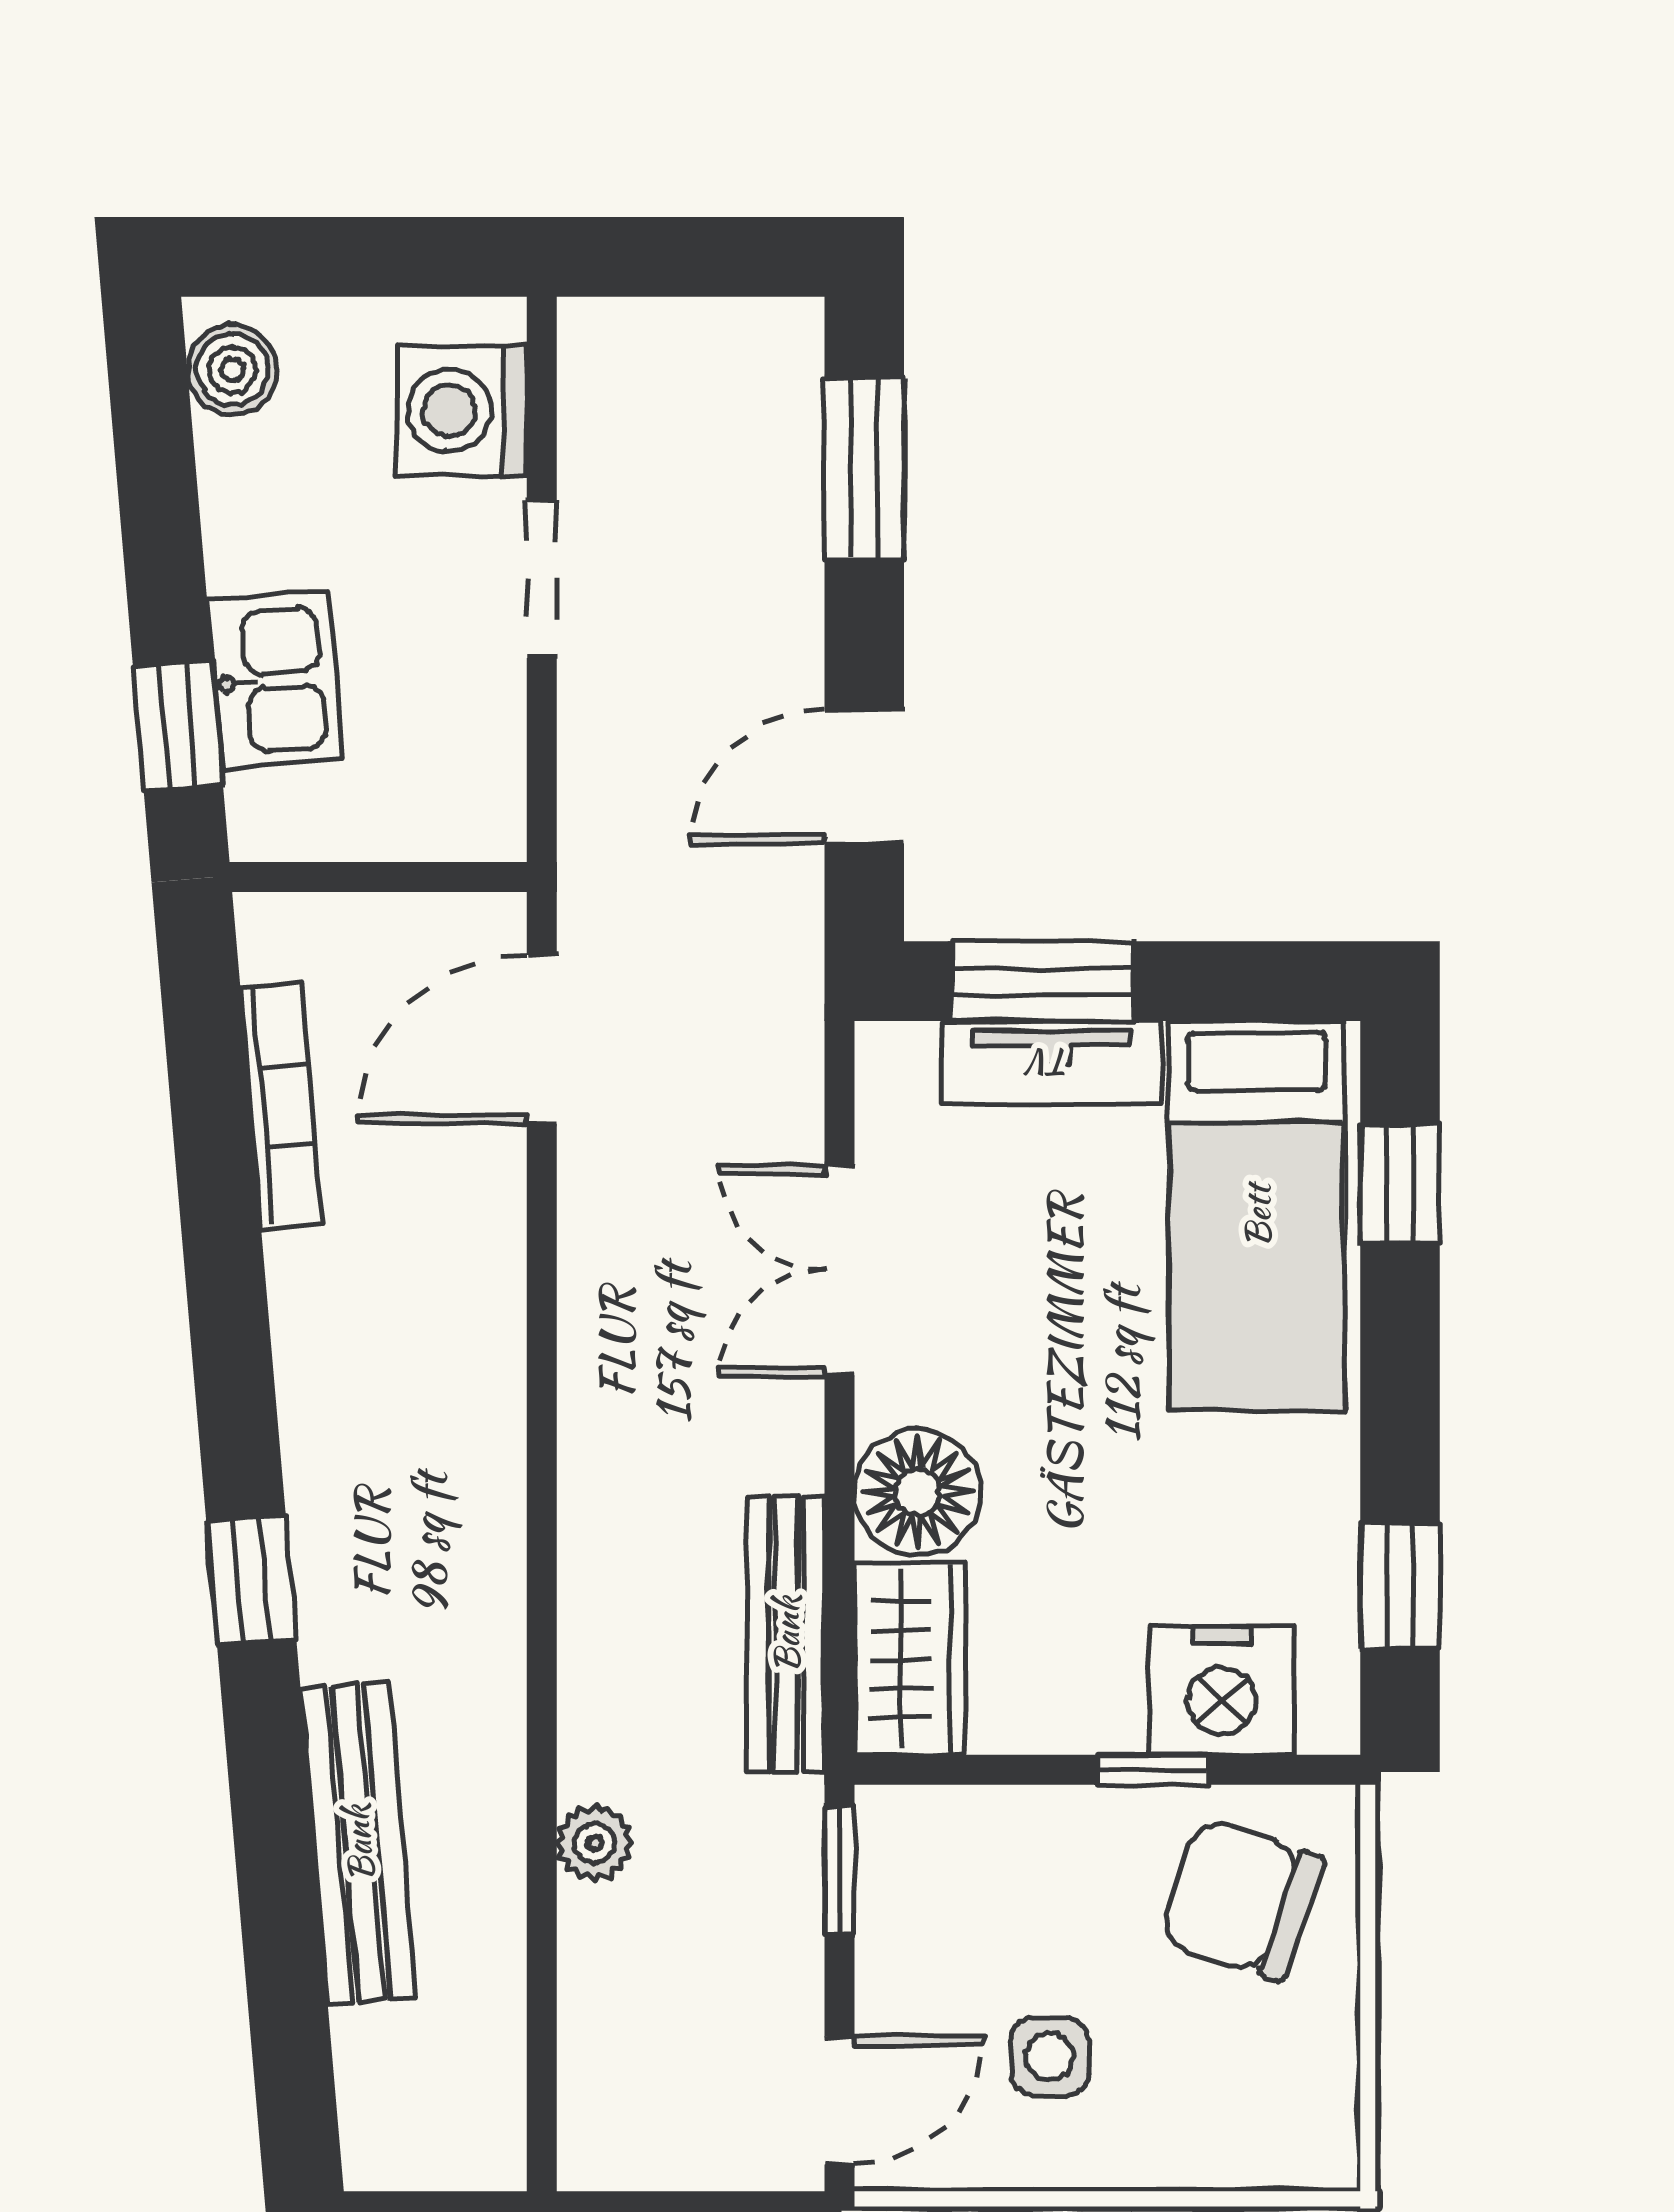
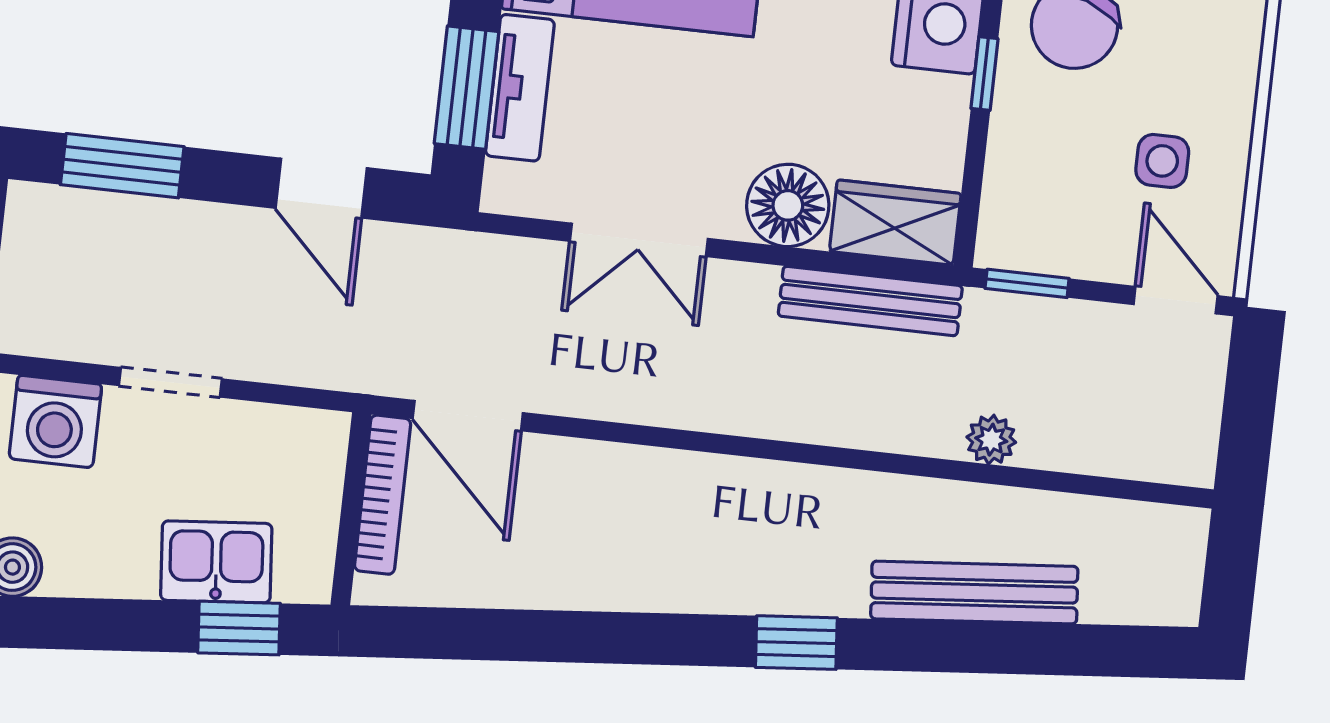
bookcase: (281, 1105) -> (383, 495), moved, turned 95

